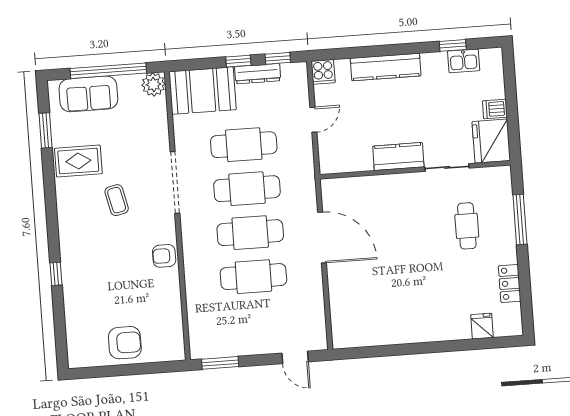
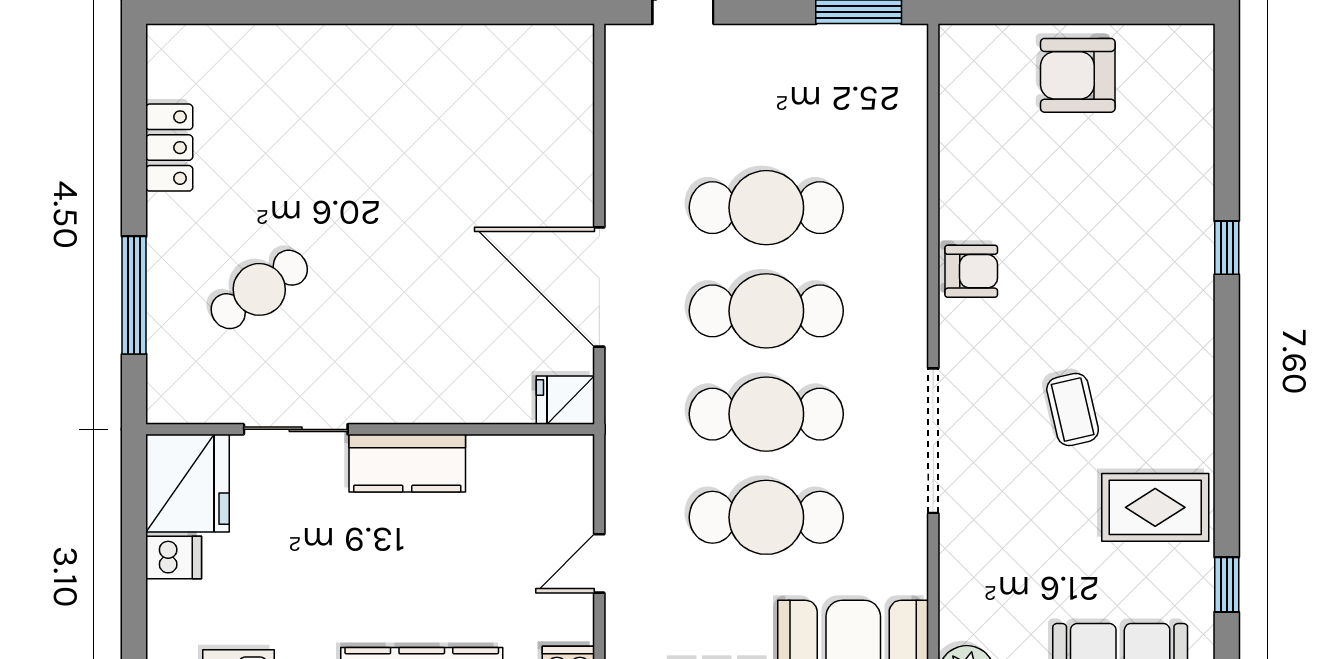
window: (45, 130) -> (1227, 585), width x0.67
cafe table: (467, 226) -> (259, 289), turned 55
fridge: (482, 326) -> (565, 400), moved, turned 90

